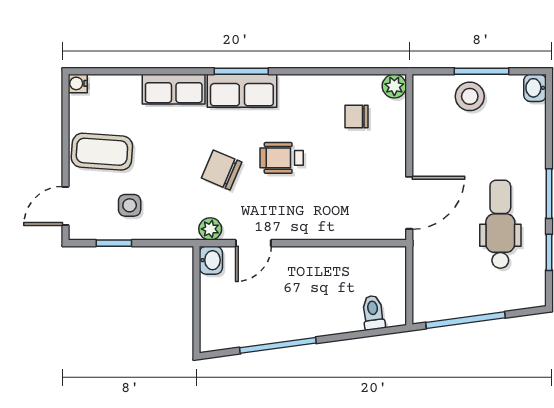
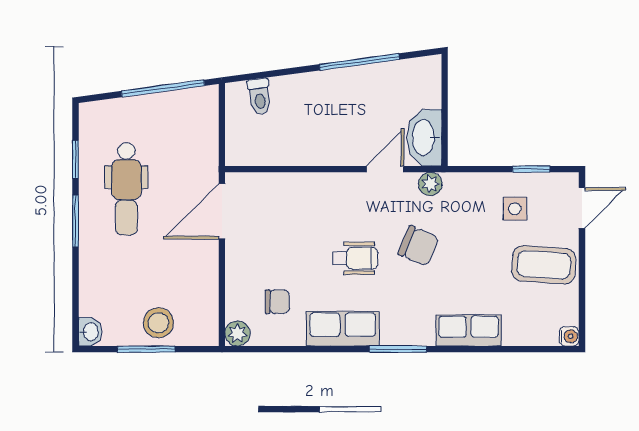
row of seats: (242, 91) -> (343, 329), moved
washbasin: (211, 260) -> (424, 138), width x1.91, depth x1.45

